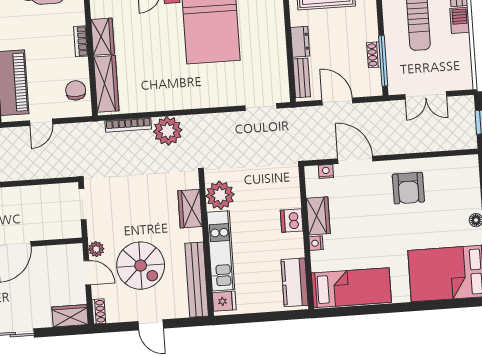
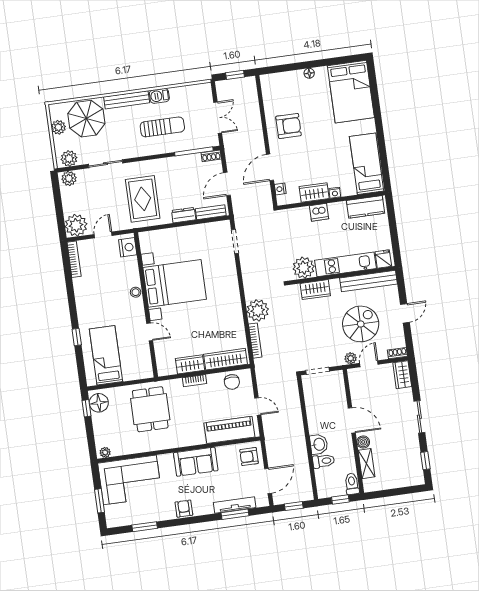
shoe rack: (374, 55) -> (211, 156), moved
chair: (76, 90) -> (232, 382), turned -90

